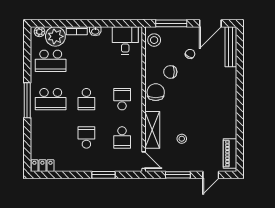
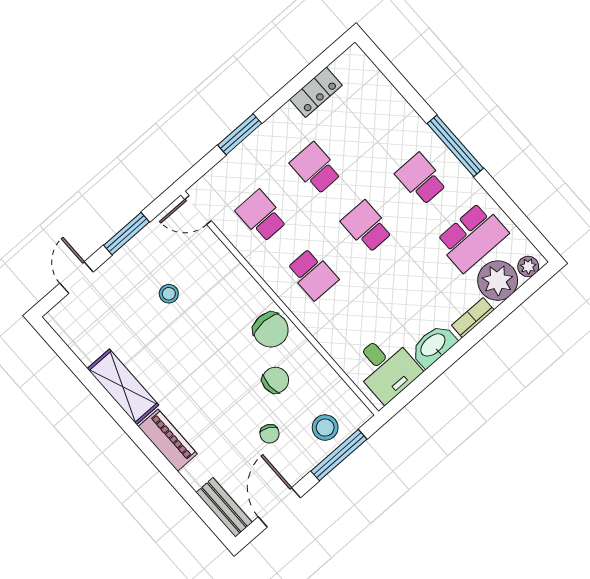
washbasin: (95, 31) -> (433, 346), width x1.91, depth x1.45
stool: (154, 40) -> (325, 428), moved
bench: (231, 47) -> (224, 507), width x0.73
school desk: (51, 61) -> (472, 237), turned 180
school desk: (51, 99) -> (421, 179), width x0.54
shelving: (152, 130) -> (123, 387), moved
school desk: (86, 137) -> (316, 168), turned 180
piano: (230, 153) -> (168, 440), moved
locker: (42, 166) -> (316, 92), moved

